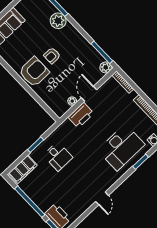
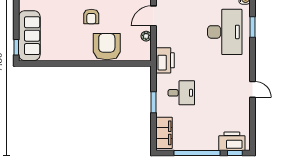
armchair: (34, 72) -> (107, 47), moved
door: (89, 94) -> (153, 16), hinge flipped
printer: (81, 115) -> (165, 60), moved

